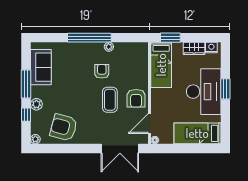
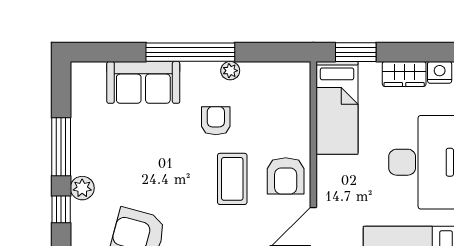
sofa: (41, 67) -> (143, 82), moved, turned 90

